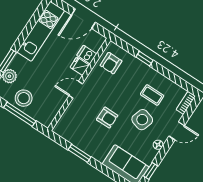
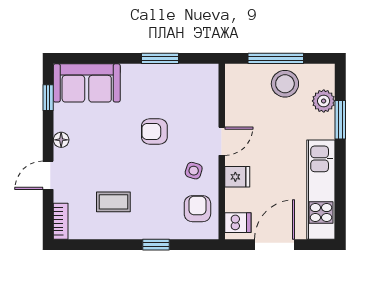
dishwasher: (87, 55) -> (238, 223), moved
side table: (142, 120) -> (194, 171), moved, width x0.54, depth x0.54

